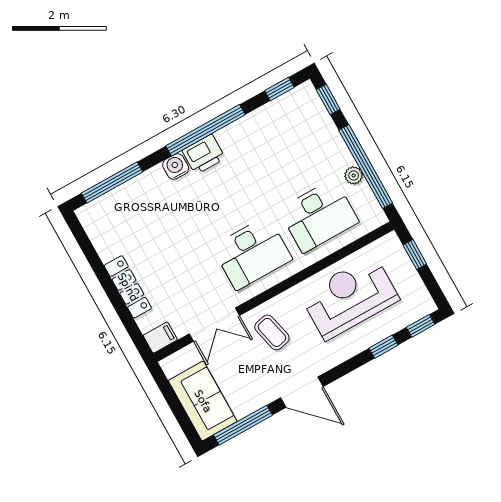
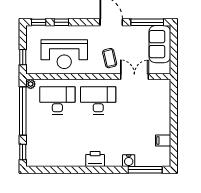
window: (279, 89) -> (43, 170), removed
window: (205, 130) -> (88, 170), removed
water cooler: (176, 167) -> (129, 161), moved
plant: (354, 175) -> (31, 84), moved
locker: (128, 287) -> (165, 117), removed
filing cabinet: (160, 338) -> (163, 140), moved

